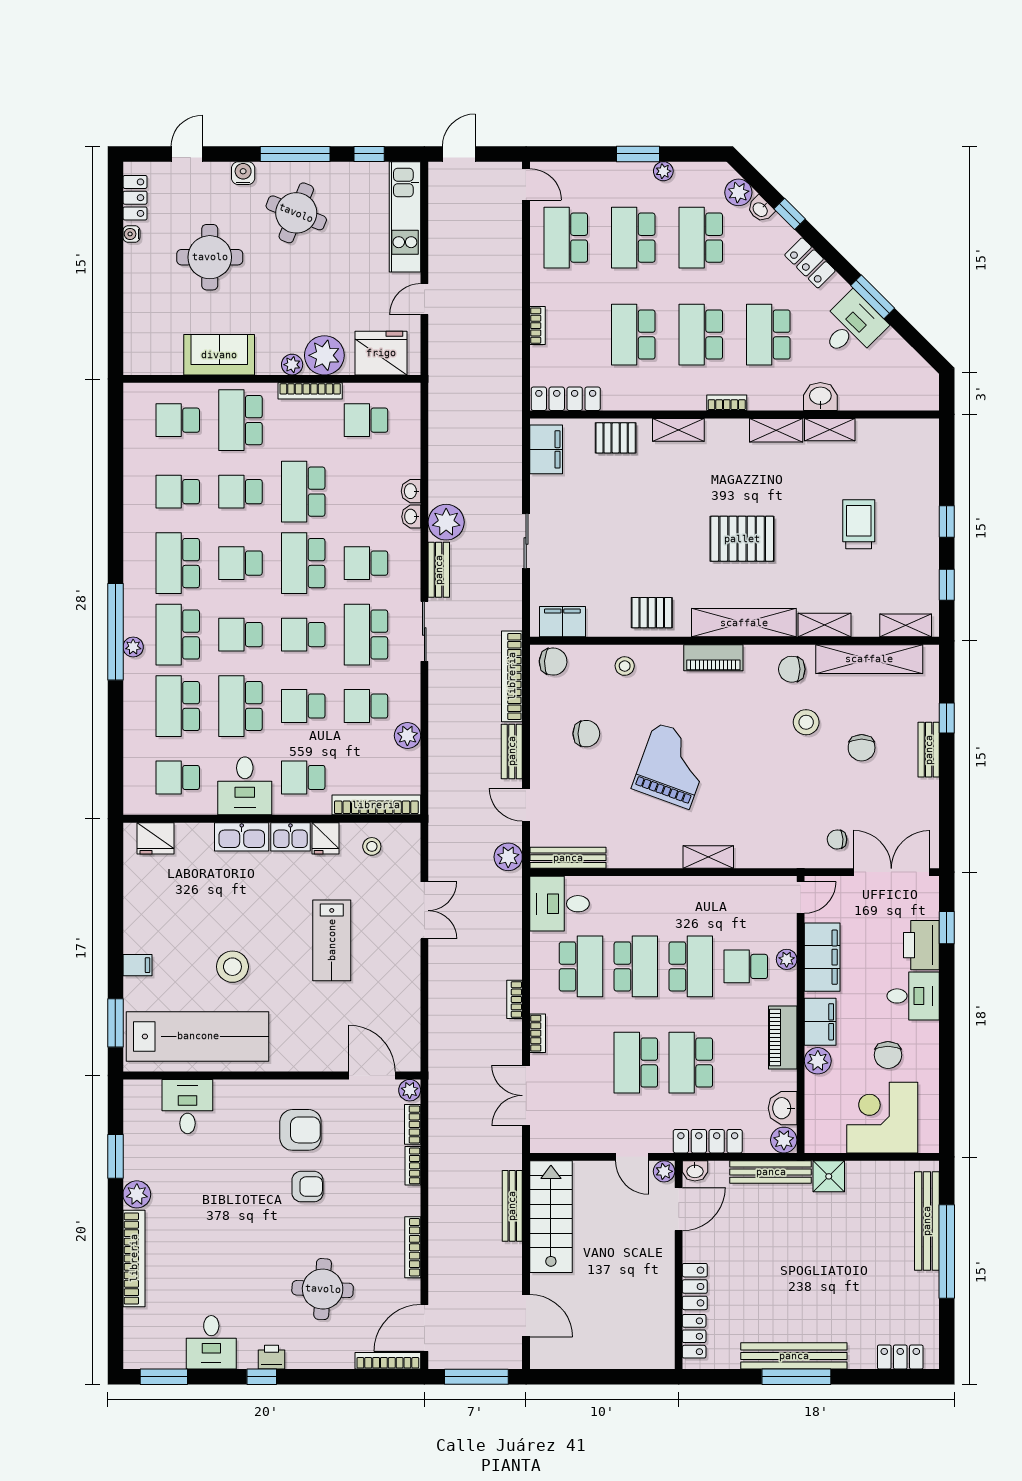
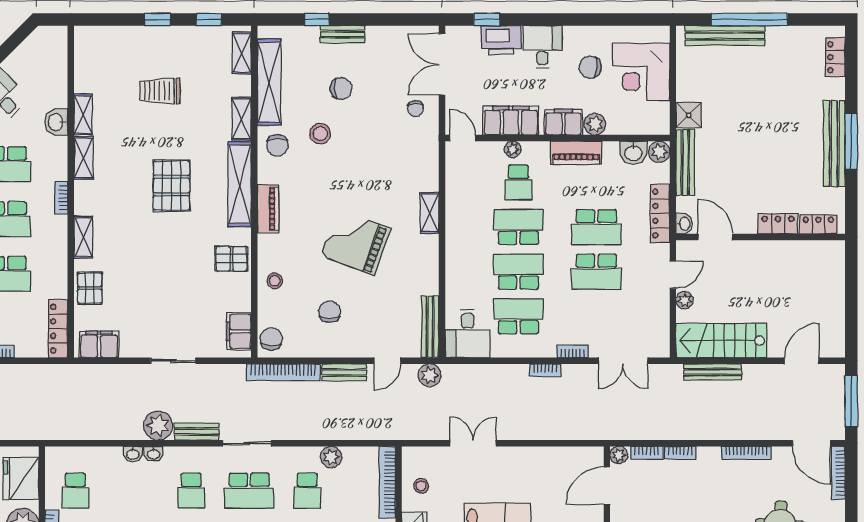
pallet: (652, 613) -> (231, 259), turned 90
chair: (888, 1055) -> (590, 67), turned 180
plant: (664, 1171) -> (685, 300), moved

